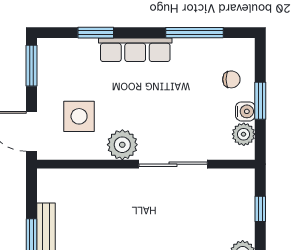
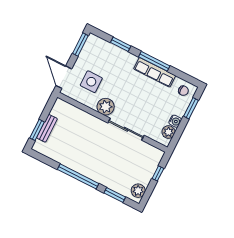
window: (194, 33) -> (154, 61), moved
row of seats: (135, 50) -> (155, 72), moved
chair: (231, 79) -> (183, 91), moved
window: (260, 101) -> (191, 108), moved

